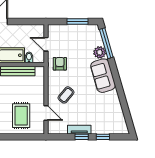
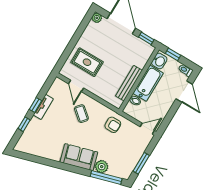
door: (46, 44) -> (147, 129), moved
door: (46, 113) -> (76, 86), hinge flipped

